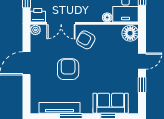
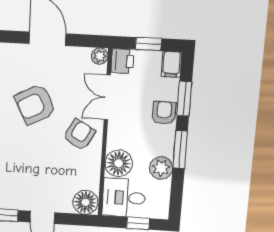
floor lamp: (107, 17) -> (119, 163), width x1.89, depth x1.89
armchair: (68, 69) -> (35, 104), turned 153

